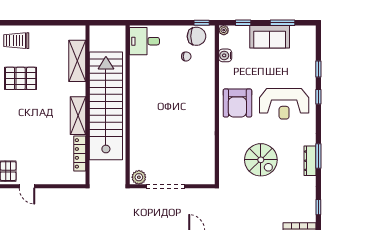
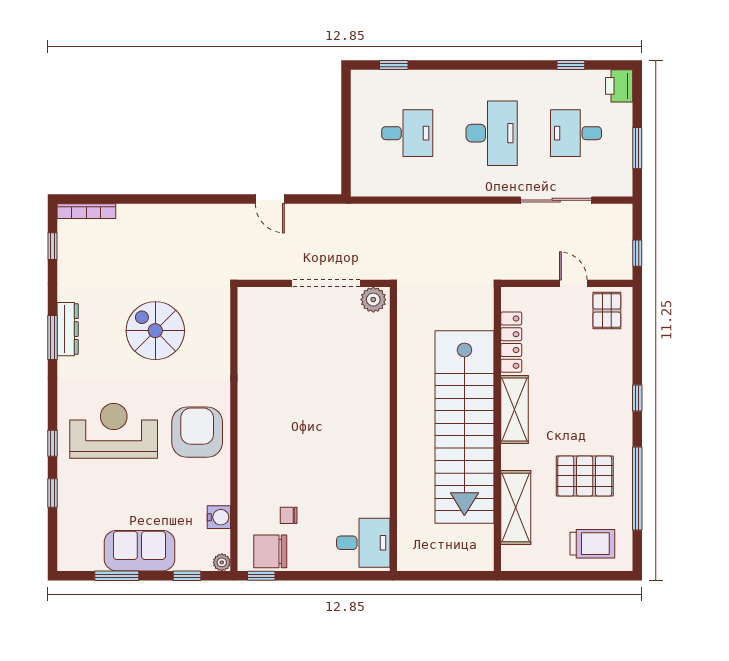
shelving: (77, 61) -> (516, 507), moved
wall: (88, 105) -> (497, 429), moved
stairs: (106, 106) -> (464, 427), moved
shelving: (78, 116) -> (514, 410), moved
locker: (80, 153) -> (511, 342), moved

